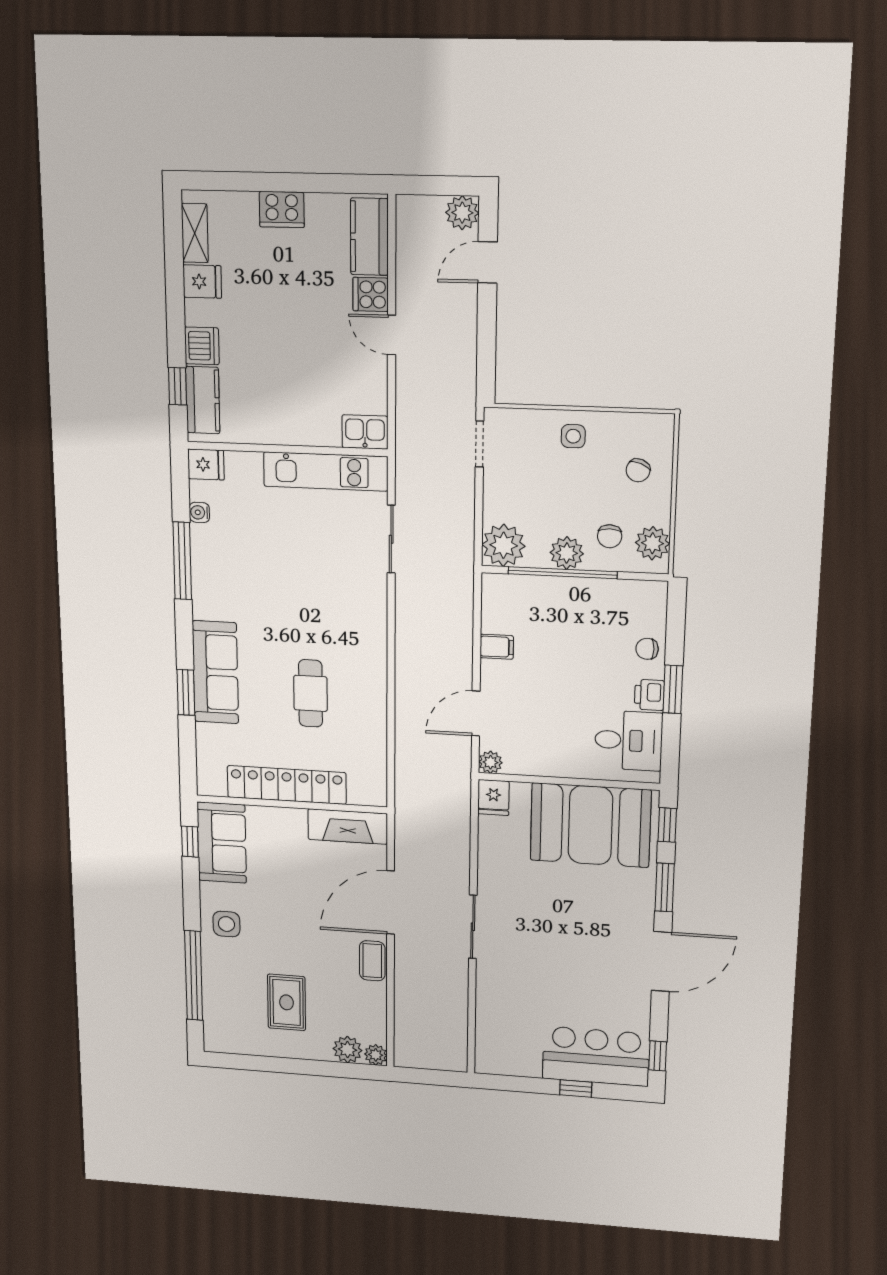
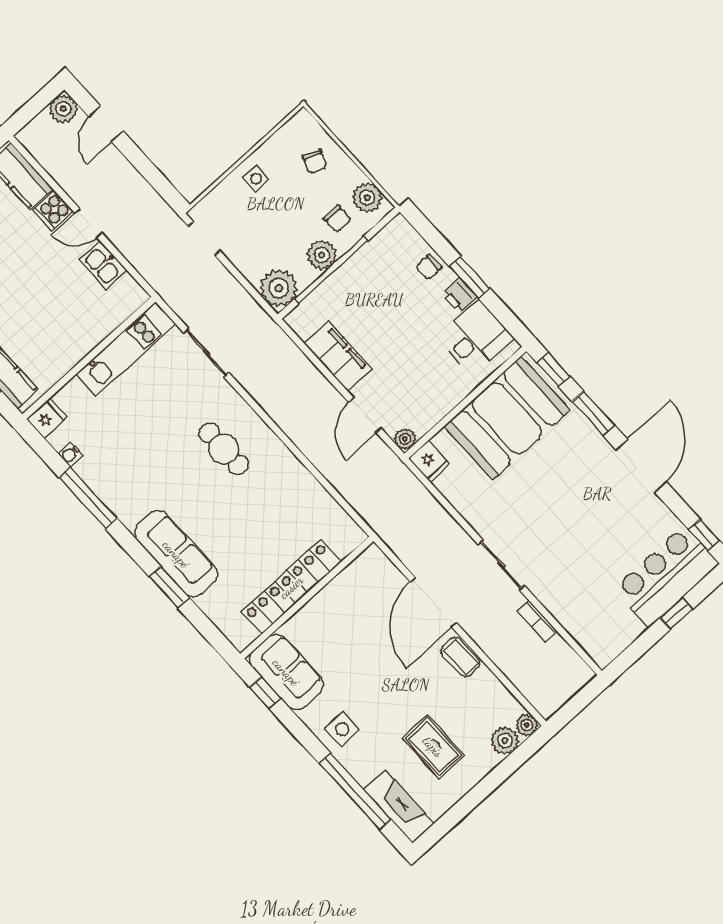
kitchen sink: (365, 432) -> (103, 265), moved, turned -90
filing cabinet: (497, 647) -> (338, 356), width x3.00, depth x1.17
cafe table: (311, 693) -> (224, 449), moved
fireplace: (348, 827) -> (399, 807), moved, turned -90
bookcase: (460, 992) -> (537, 621), added

